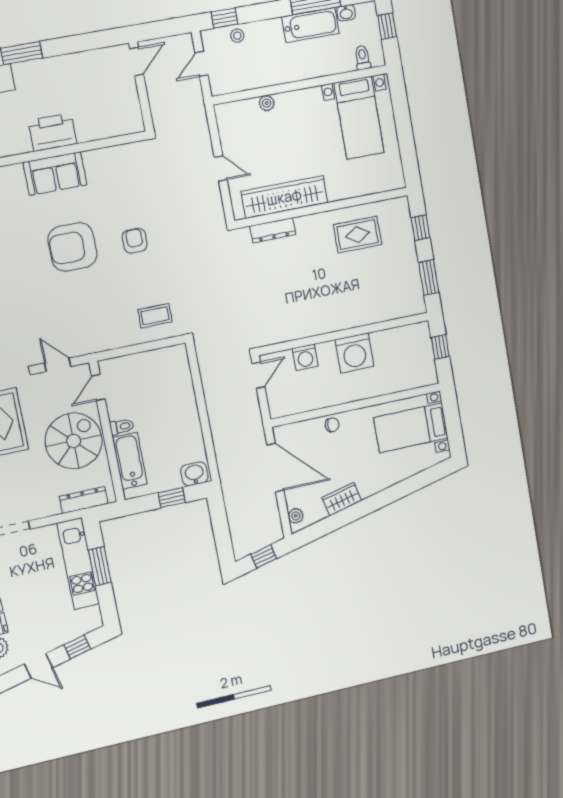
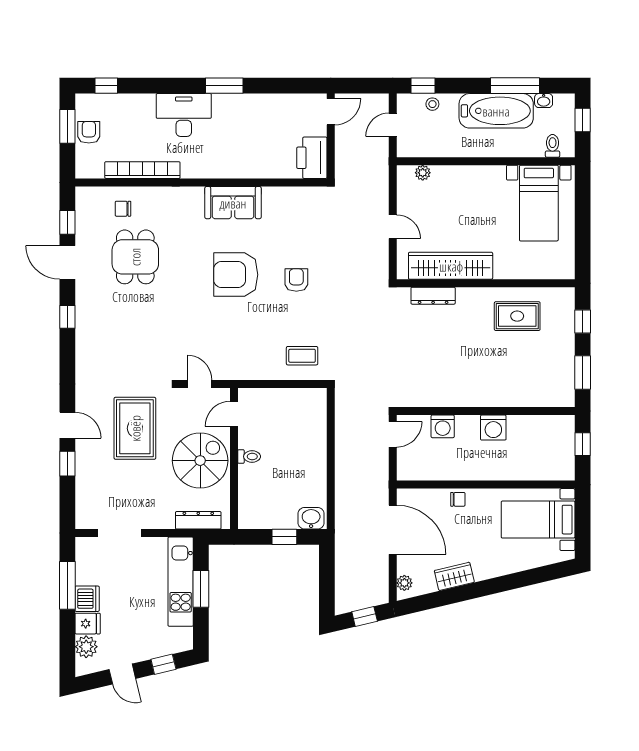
bathtub: (310, 25) -> (496, 111), width x1.36, depth x1.36
plant: (267, 103) -> (423, 173), moved
printer: (53, 132) -> (312, 158), moved, turned -90
washing machine: (354, 353) -> (493, 428), width x0.73, depth x0.73
bathtub: (130, 461) -> (250, 492), removed

